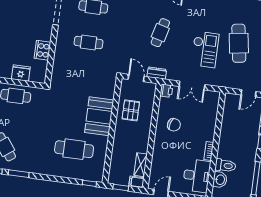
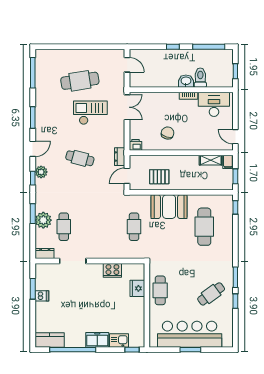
cafe table: (88, 43) -> (134, 227), moved
double door: (192, 85) -> (127, 107), moved
washbasin: (220, 180) -> (186, 81), moved

